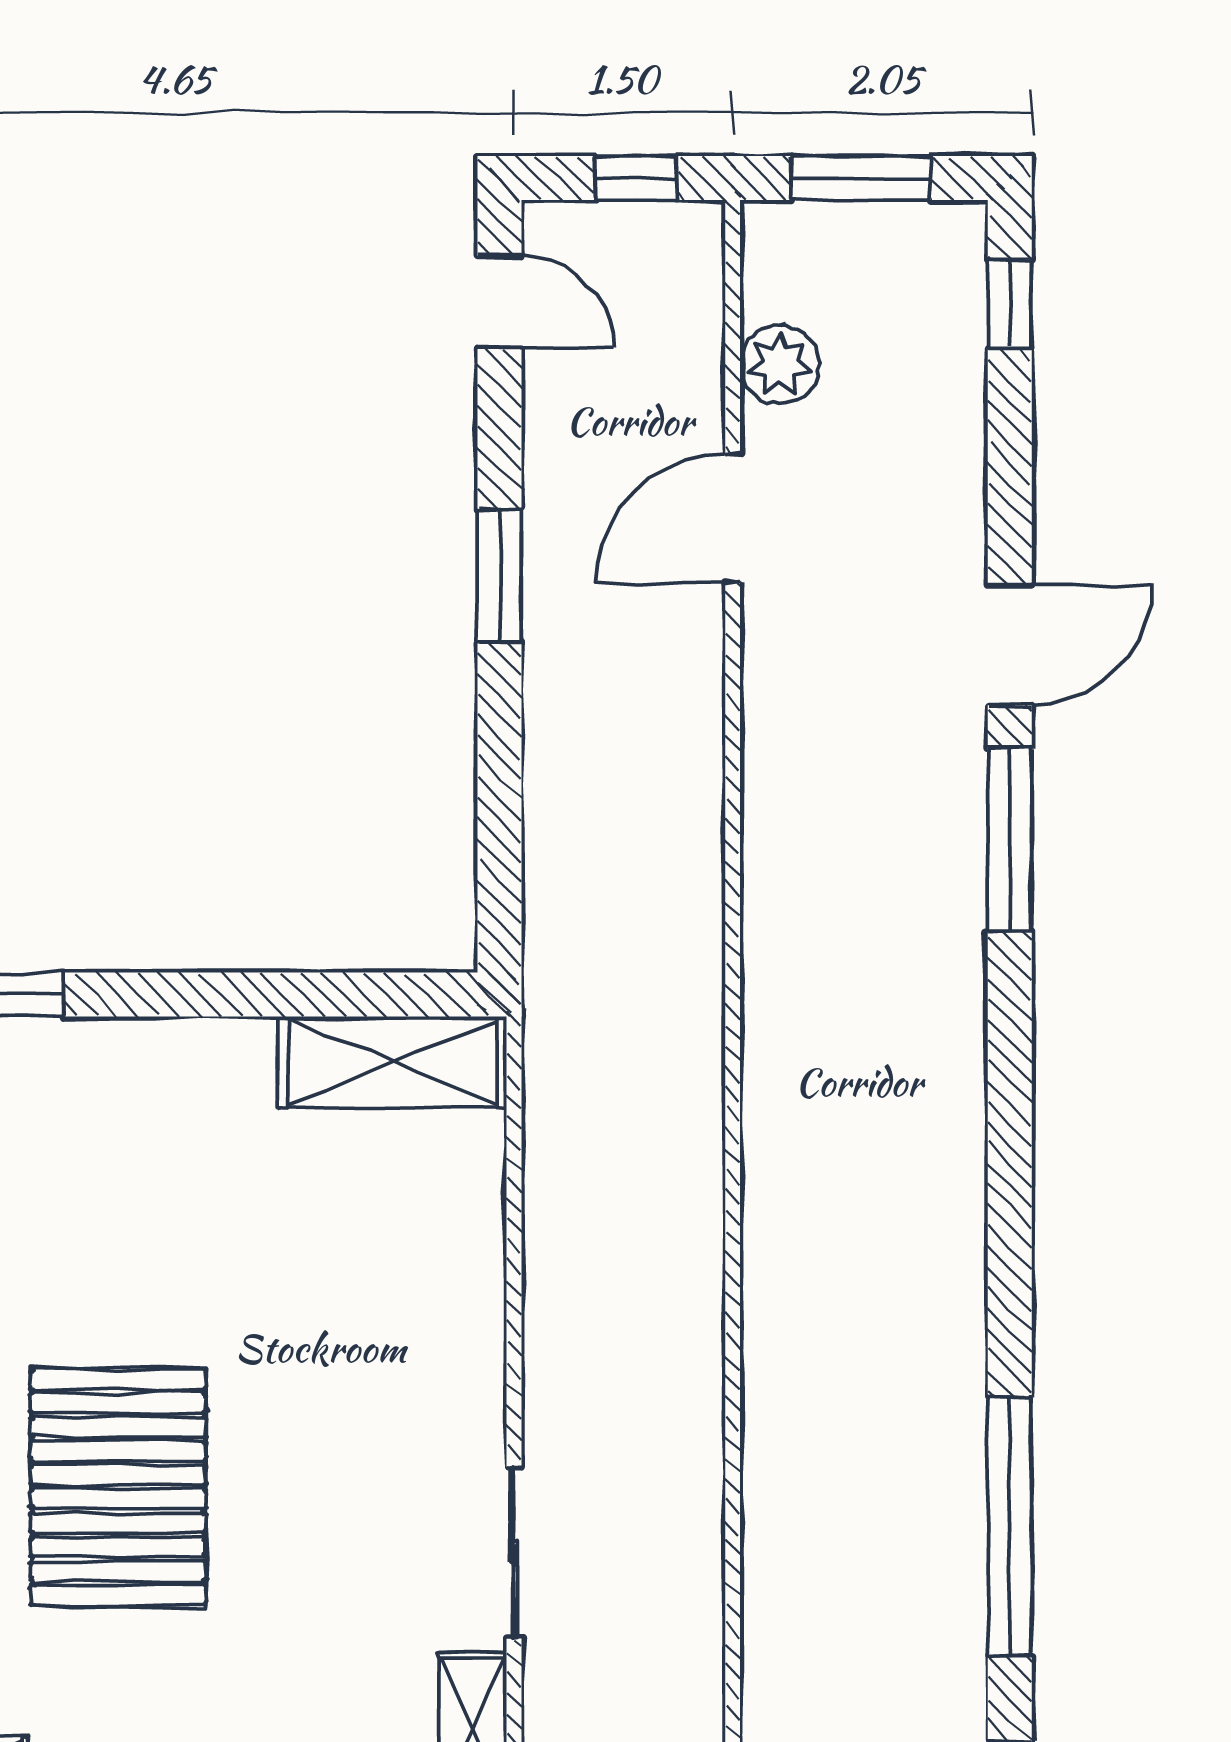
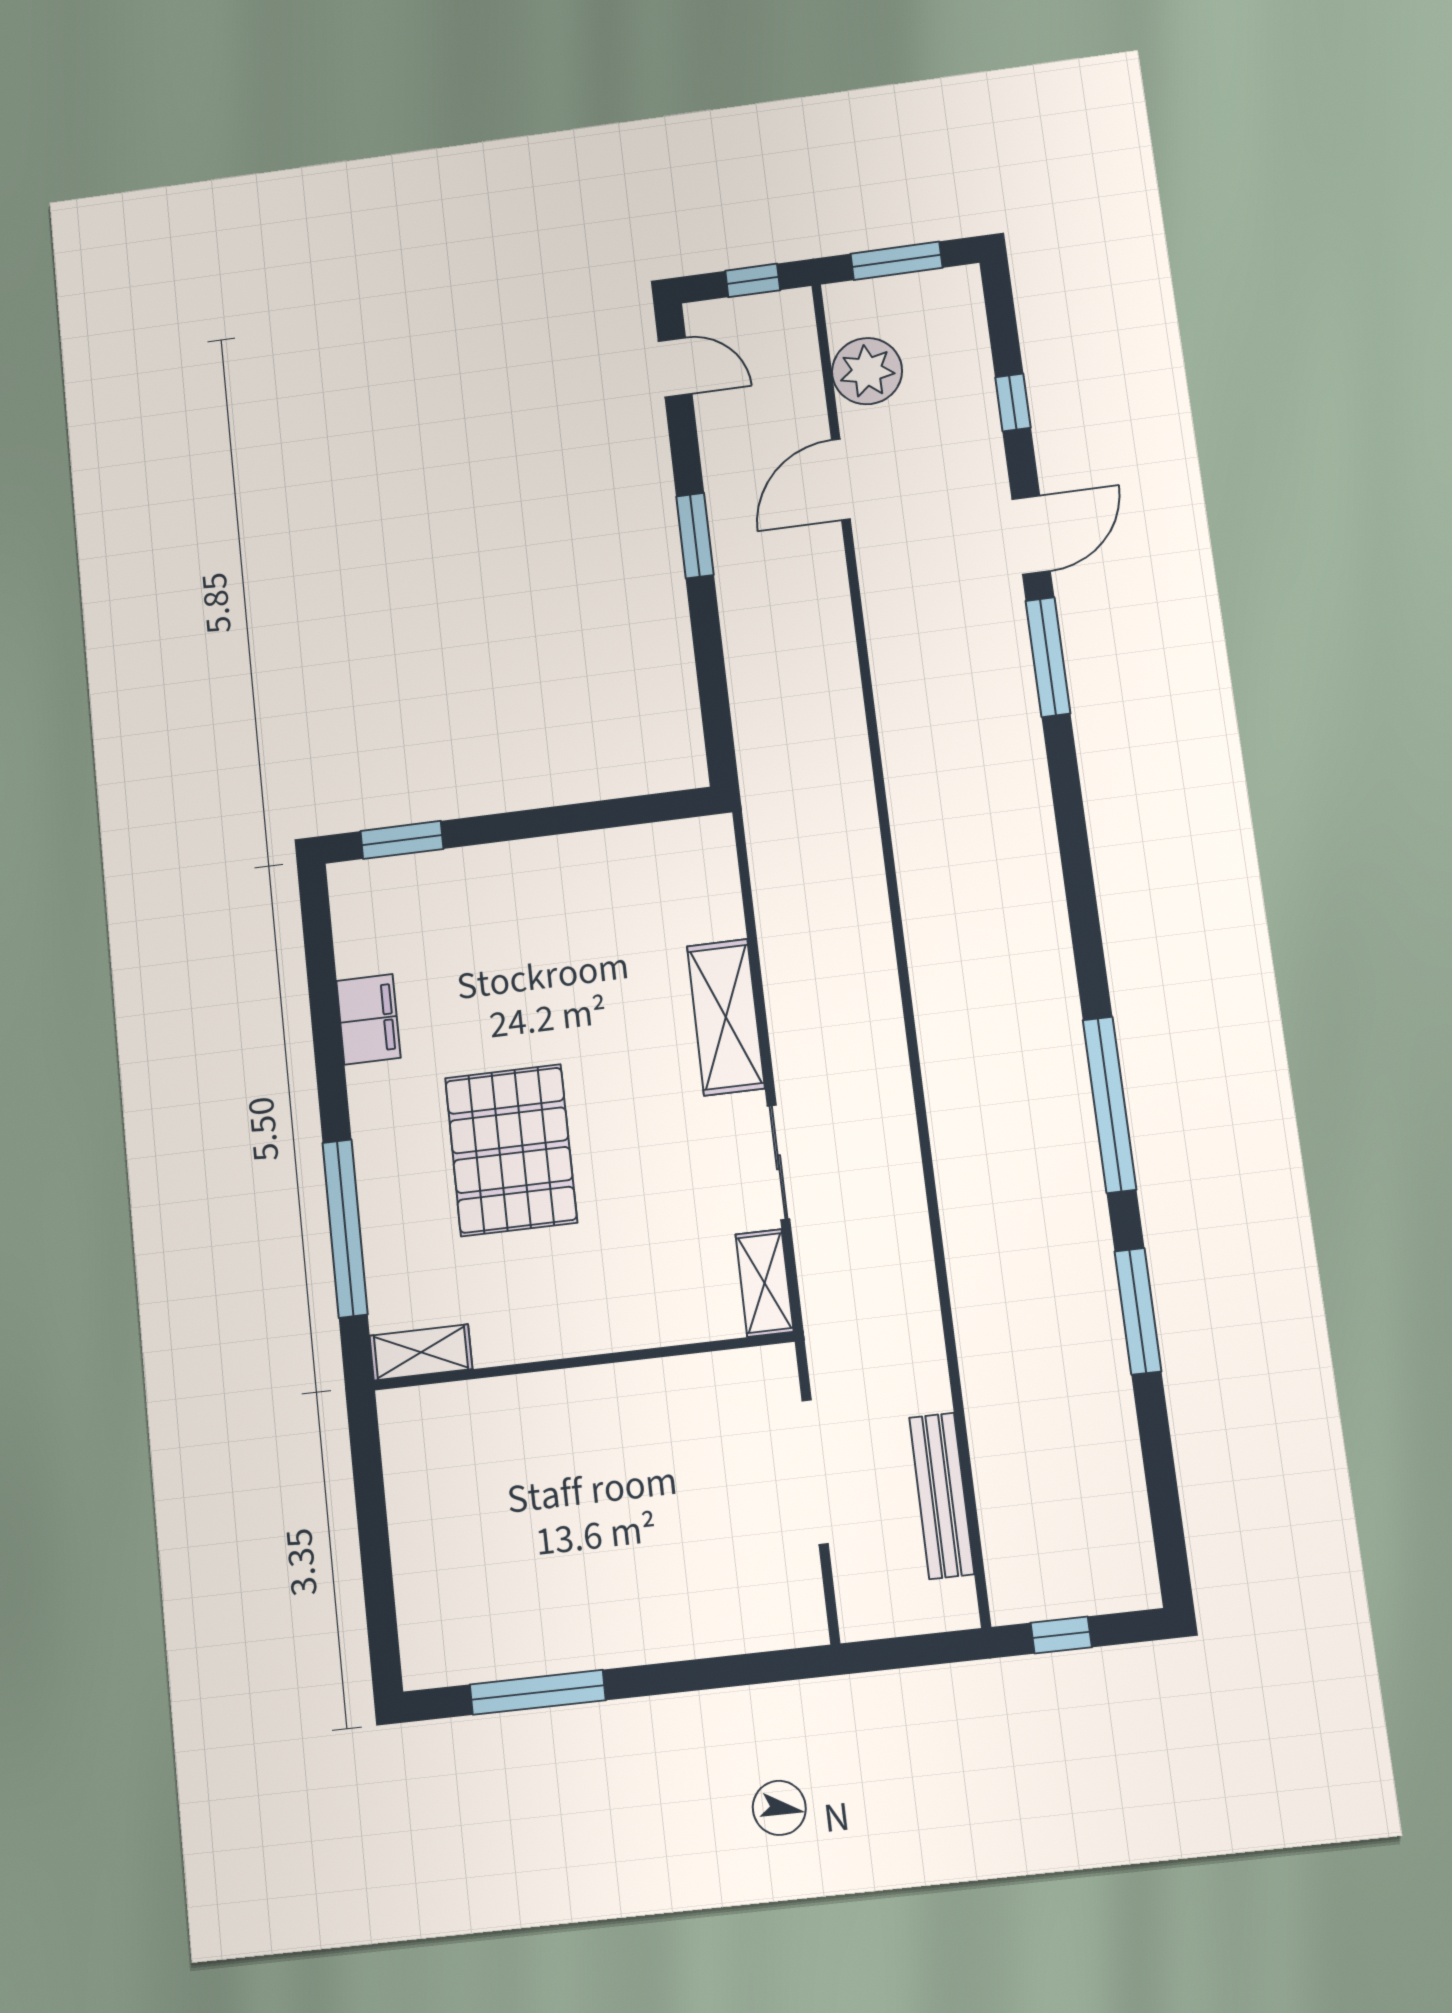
window: (1010, 304) -> (1013, 402), moved
plant: (779, 364) -> (867, 371), width x1.36, depth x1.36
shelving: (392, 1062) -> (726, 1017), moved, turned 90

